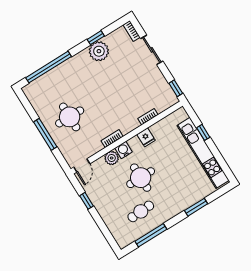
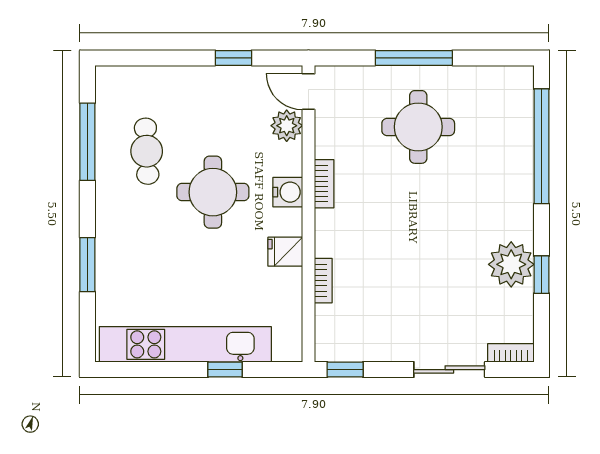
plant: (112, 158) -> (287, 126), moved

